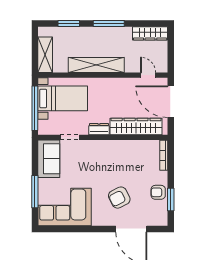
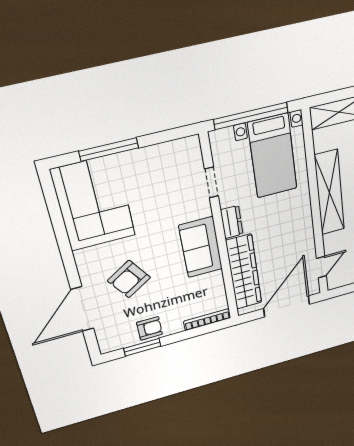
sofa: (49, 159) -> (201, 247), moved, turned 90
armchair: (158, 192) -> (150, 328), turned 90
armchair: (119, 198) -> (129, 279), turned -96

